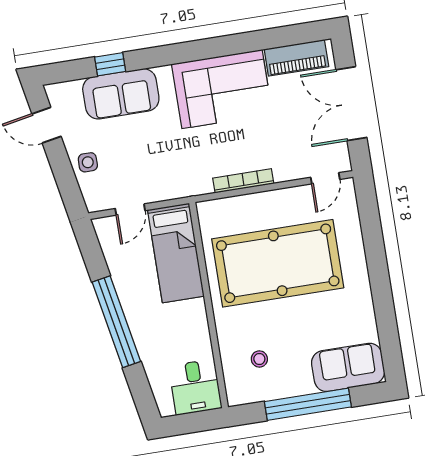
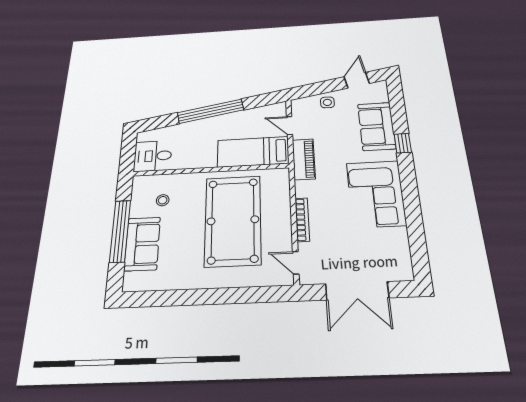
piano: (296, 58) -> (304, 159), moved, turned 180
window: (110, 64) -> (403, 143), moved
double door: (351, 104) -> (357, 291), swing flipped
bookcase: (243, 181) -> (302, 220), moved
sofa: (348, 367) -> (142, 244), moved

